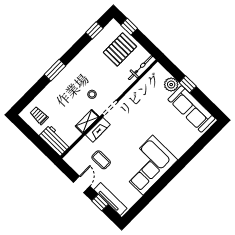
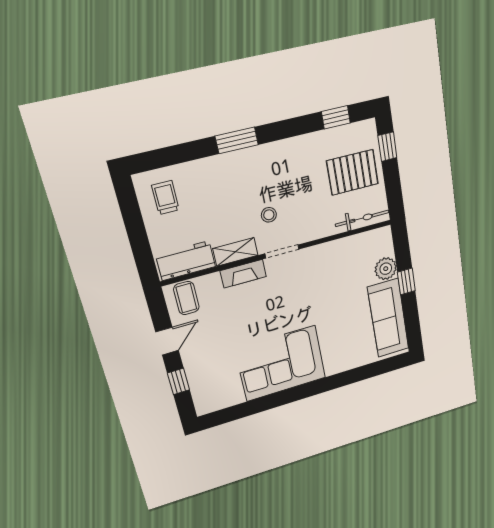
workbench: (55, 141) -> (186, 261), moved, turned -90
coffee table: (101, 160) -> (186, 298), moved
tv unit: (110, 199) -> (197, 384), removed

